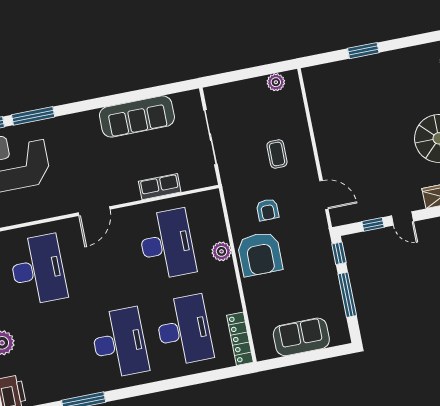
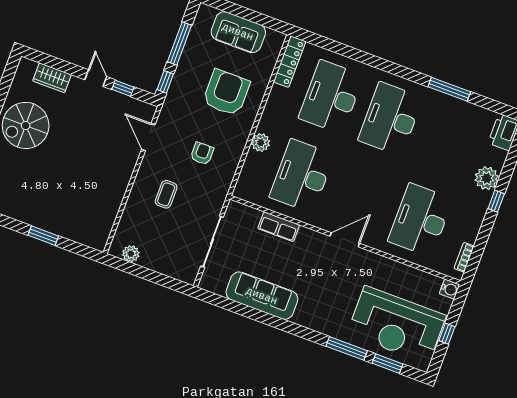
armchair: (260, 254) -> (226, 93), moved

